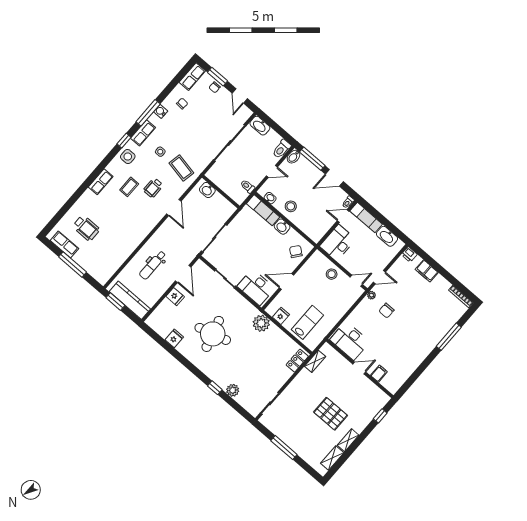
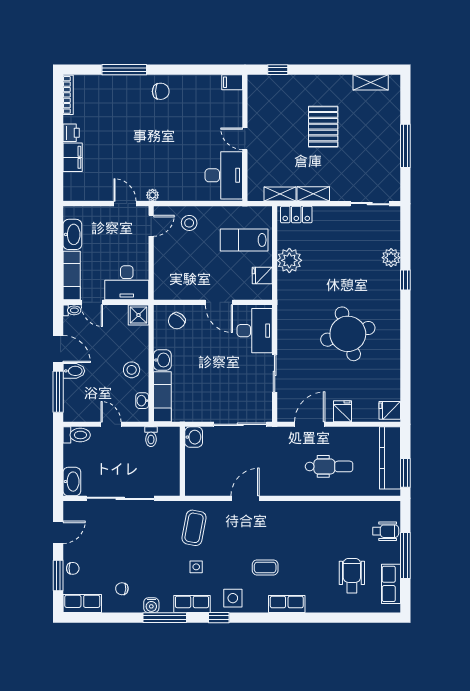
bidet: (294, 157) -> (74, 371), moved
wheelchair: (153, 188) -> (386, 531), moved
washbasin: (207, 190) -> (194, 437), moved
shower: (316, 234) -> (139, 315), added
printer: (409, 254) -> (71, 133), moved
stool: (332, 274) -> (189, 223), moved
door: (356, 281) -> (151, 226), swing flipped
chair: (387, 311) -> (161, 91), moved
plant: (261, 323) -> (289, 260), moved
fridge: (174, 338) -> (390, 410), moved
filing cabinet: (379, 374) -> (232, 82), moved
shelving: (348, 440) -> (313, 194), moved

